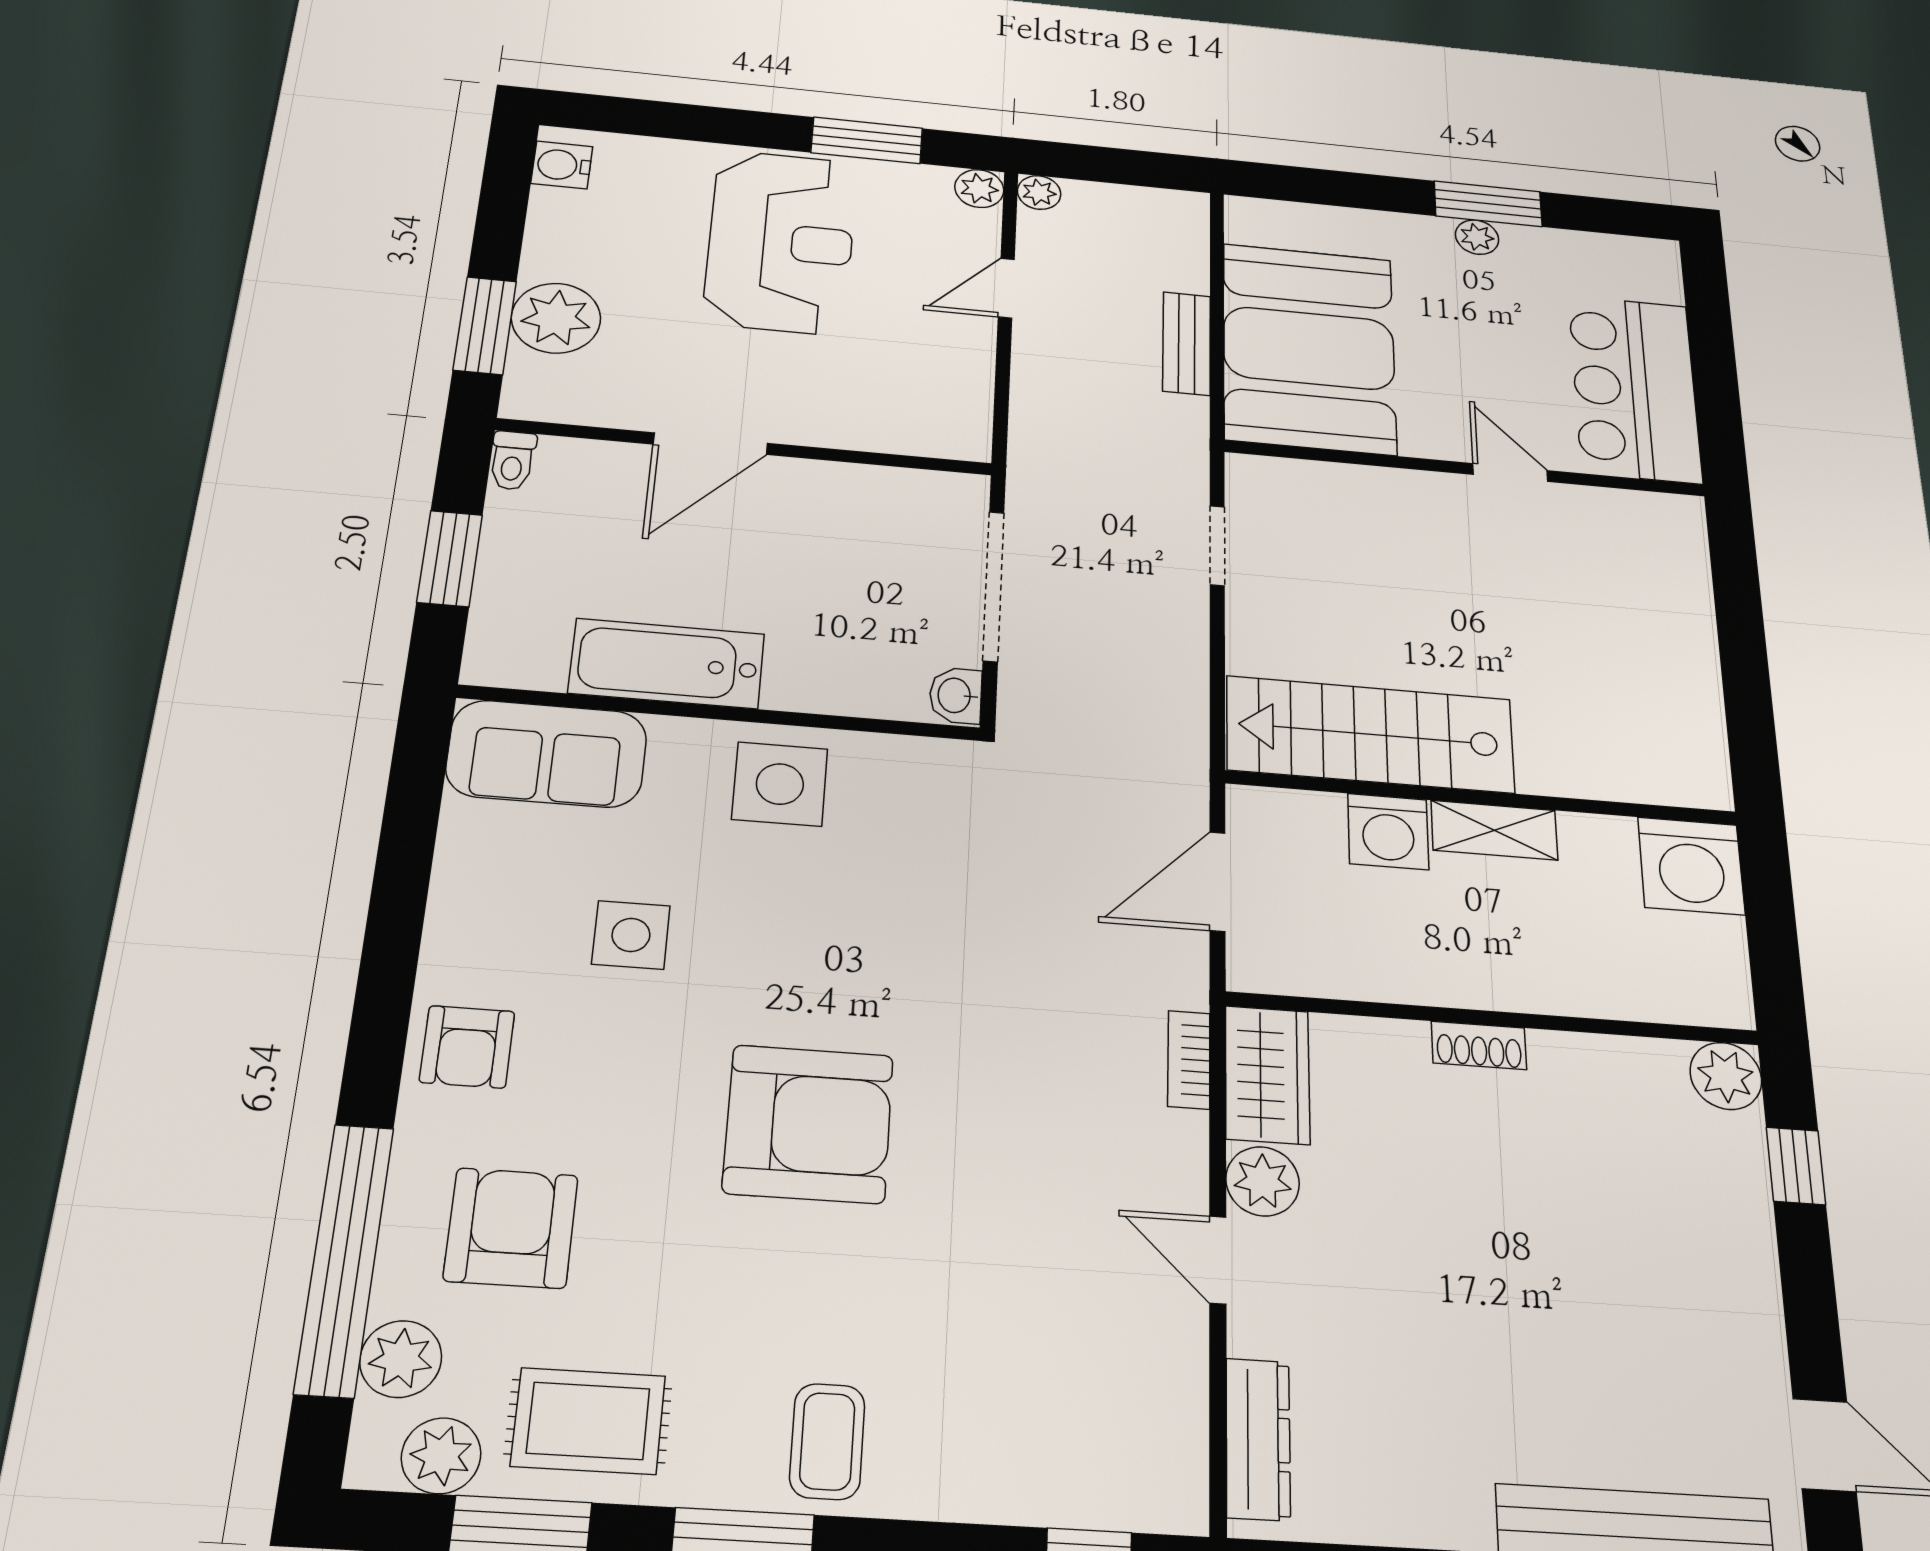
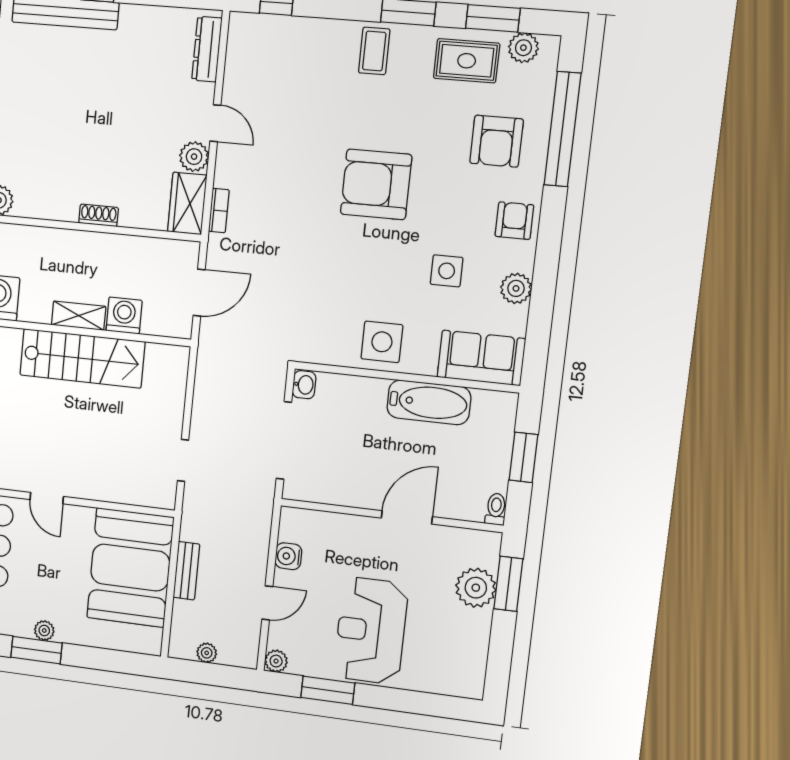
water cooler: (562, 165) -> (288, 556), moved, turned 180
plant: (1039, 193) -> (207, 653), moved
stairs: (1370, 734) -> (82, 358), moved
plant: (401, 1359) -> (516, 288), moved

